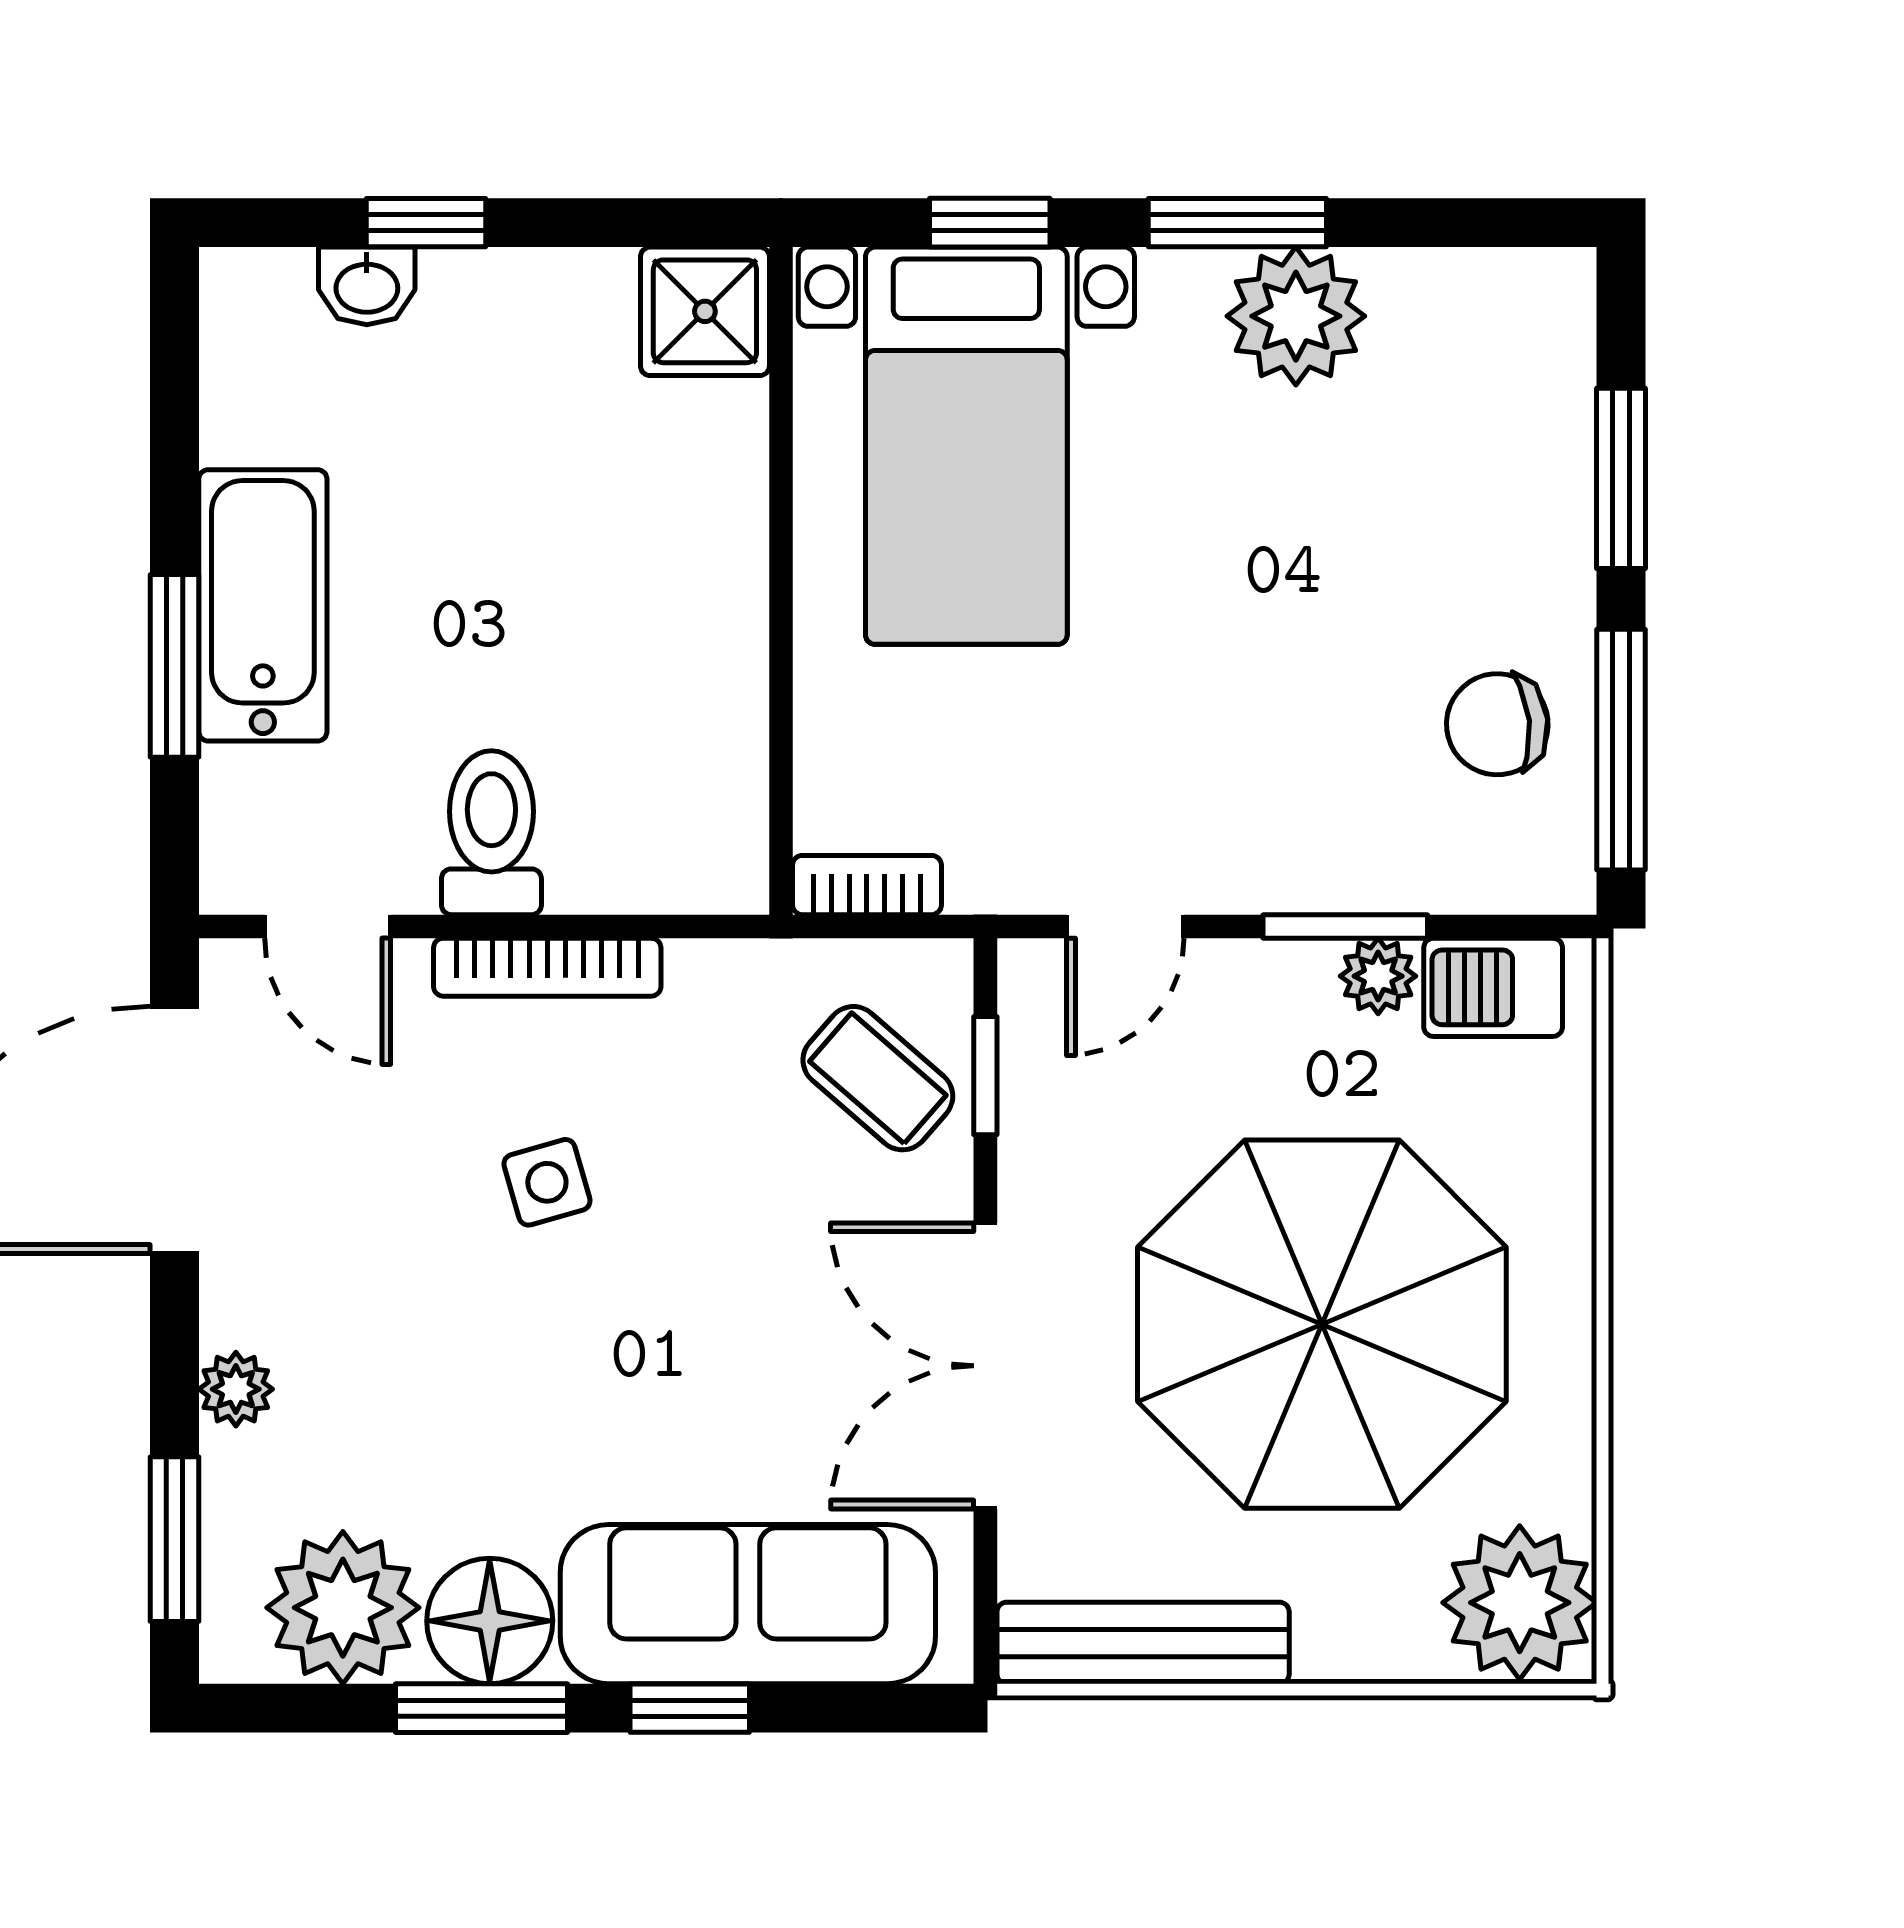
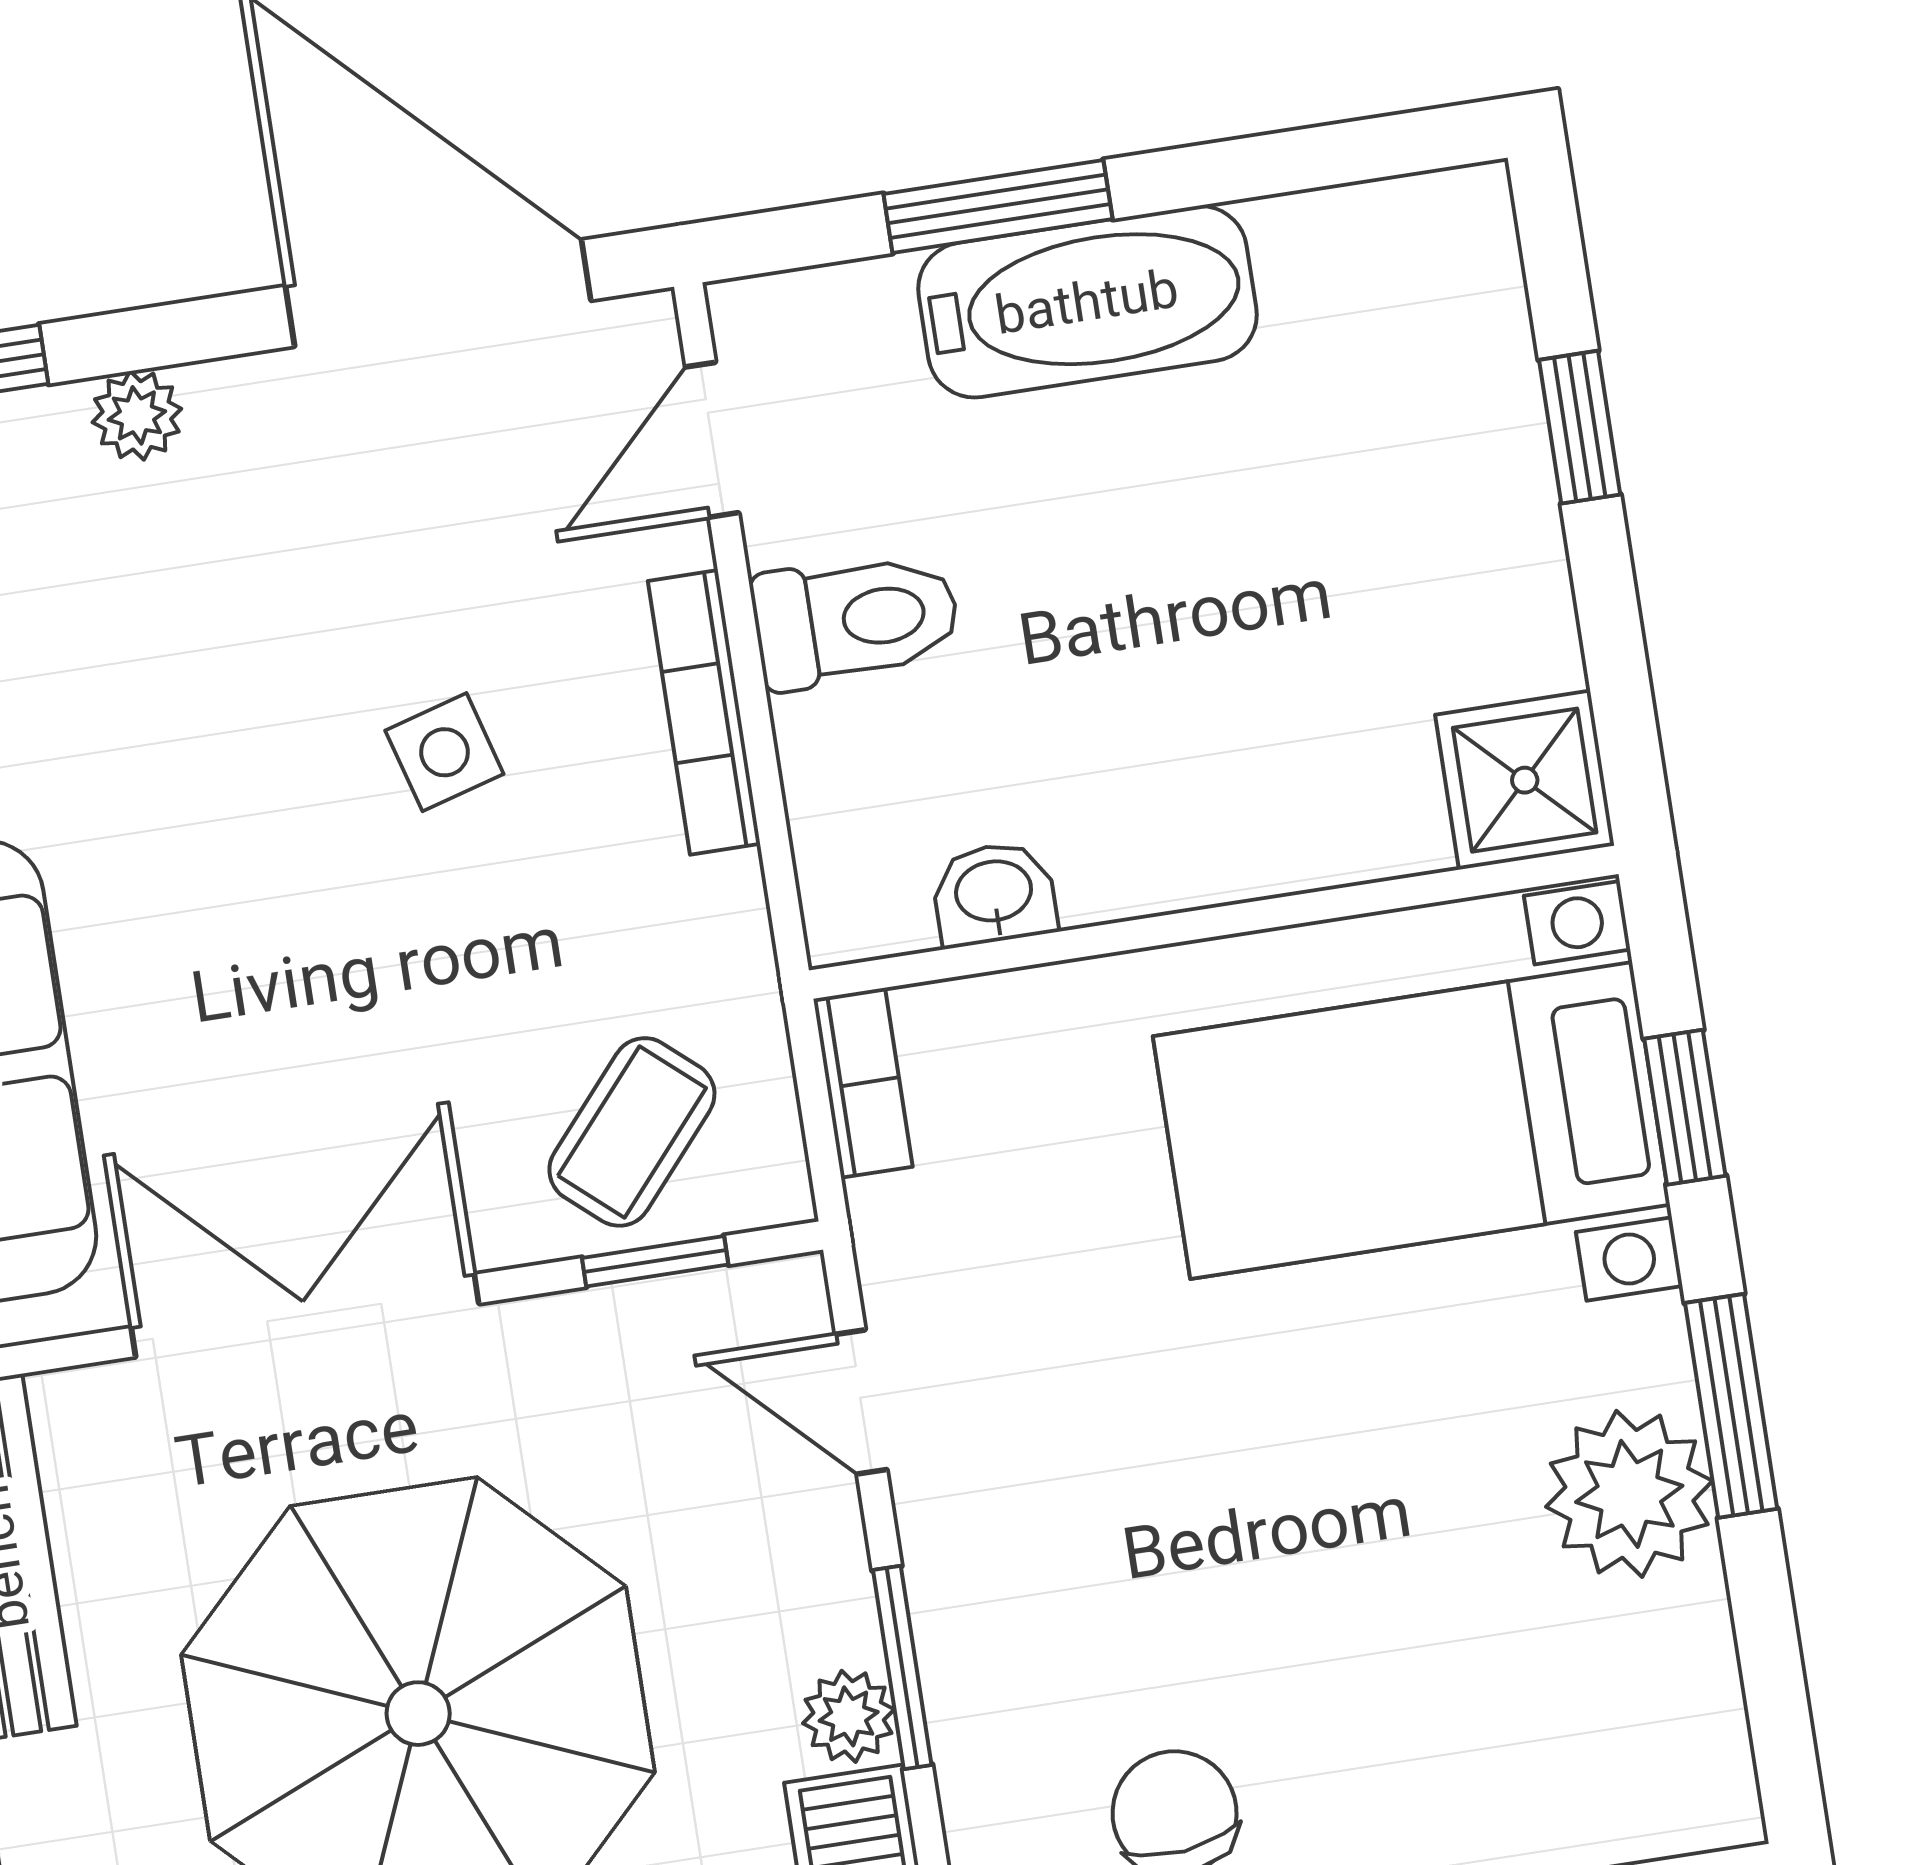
washbasin: (367, 286) -> (994, 894), moved, turned 90

